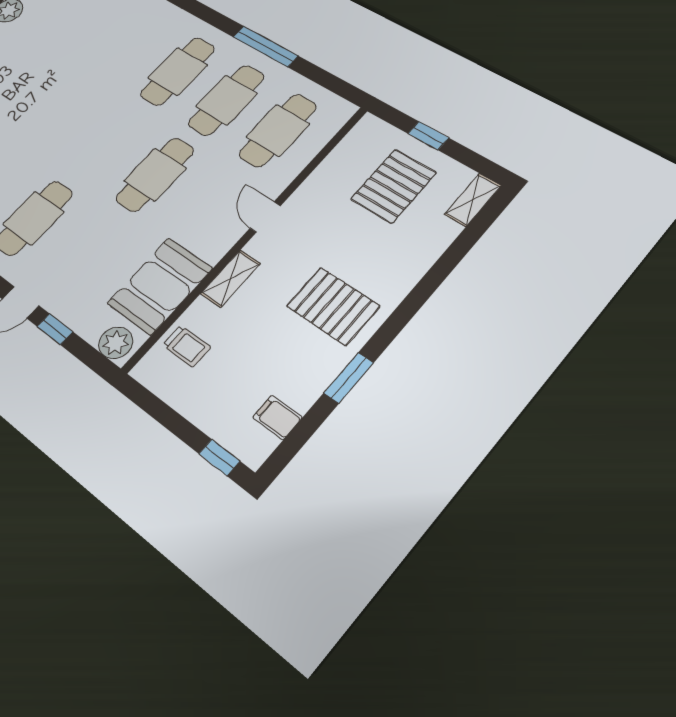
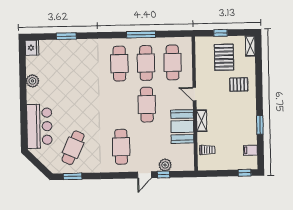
booth: (160, 286) -> (182, 127), moved
pallet: (333, 306) -> (239, 84), moved, width x0.67, depth x0.71
plant: (116, 343) -> (165, 165), moved

